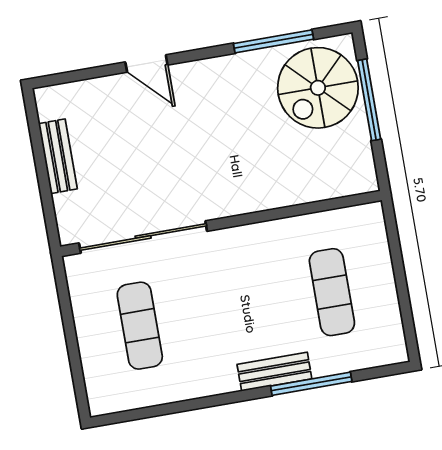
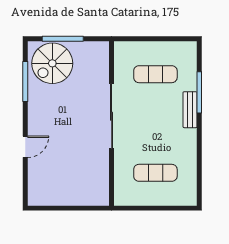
spiral stairs: (318, 88) -> (52, 63), turned 90
bench: (58, 156) -> (64, 199), removed
sliding door: (143, 237) -> (112, 116), moved

